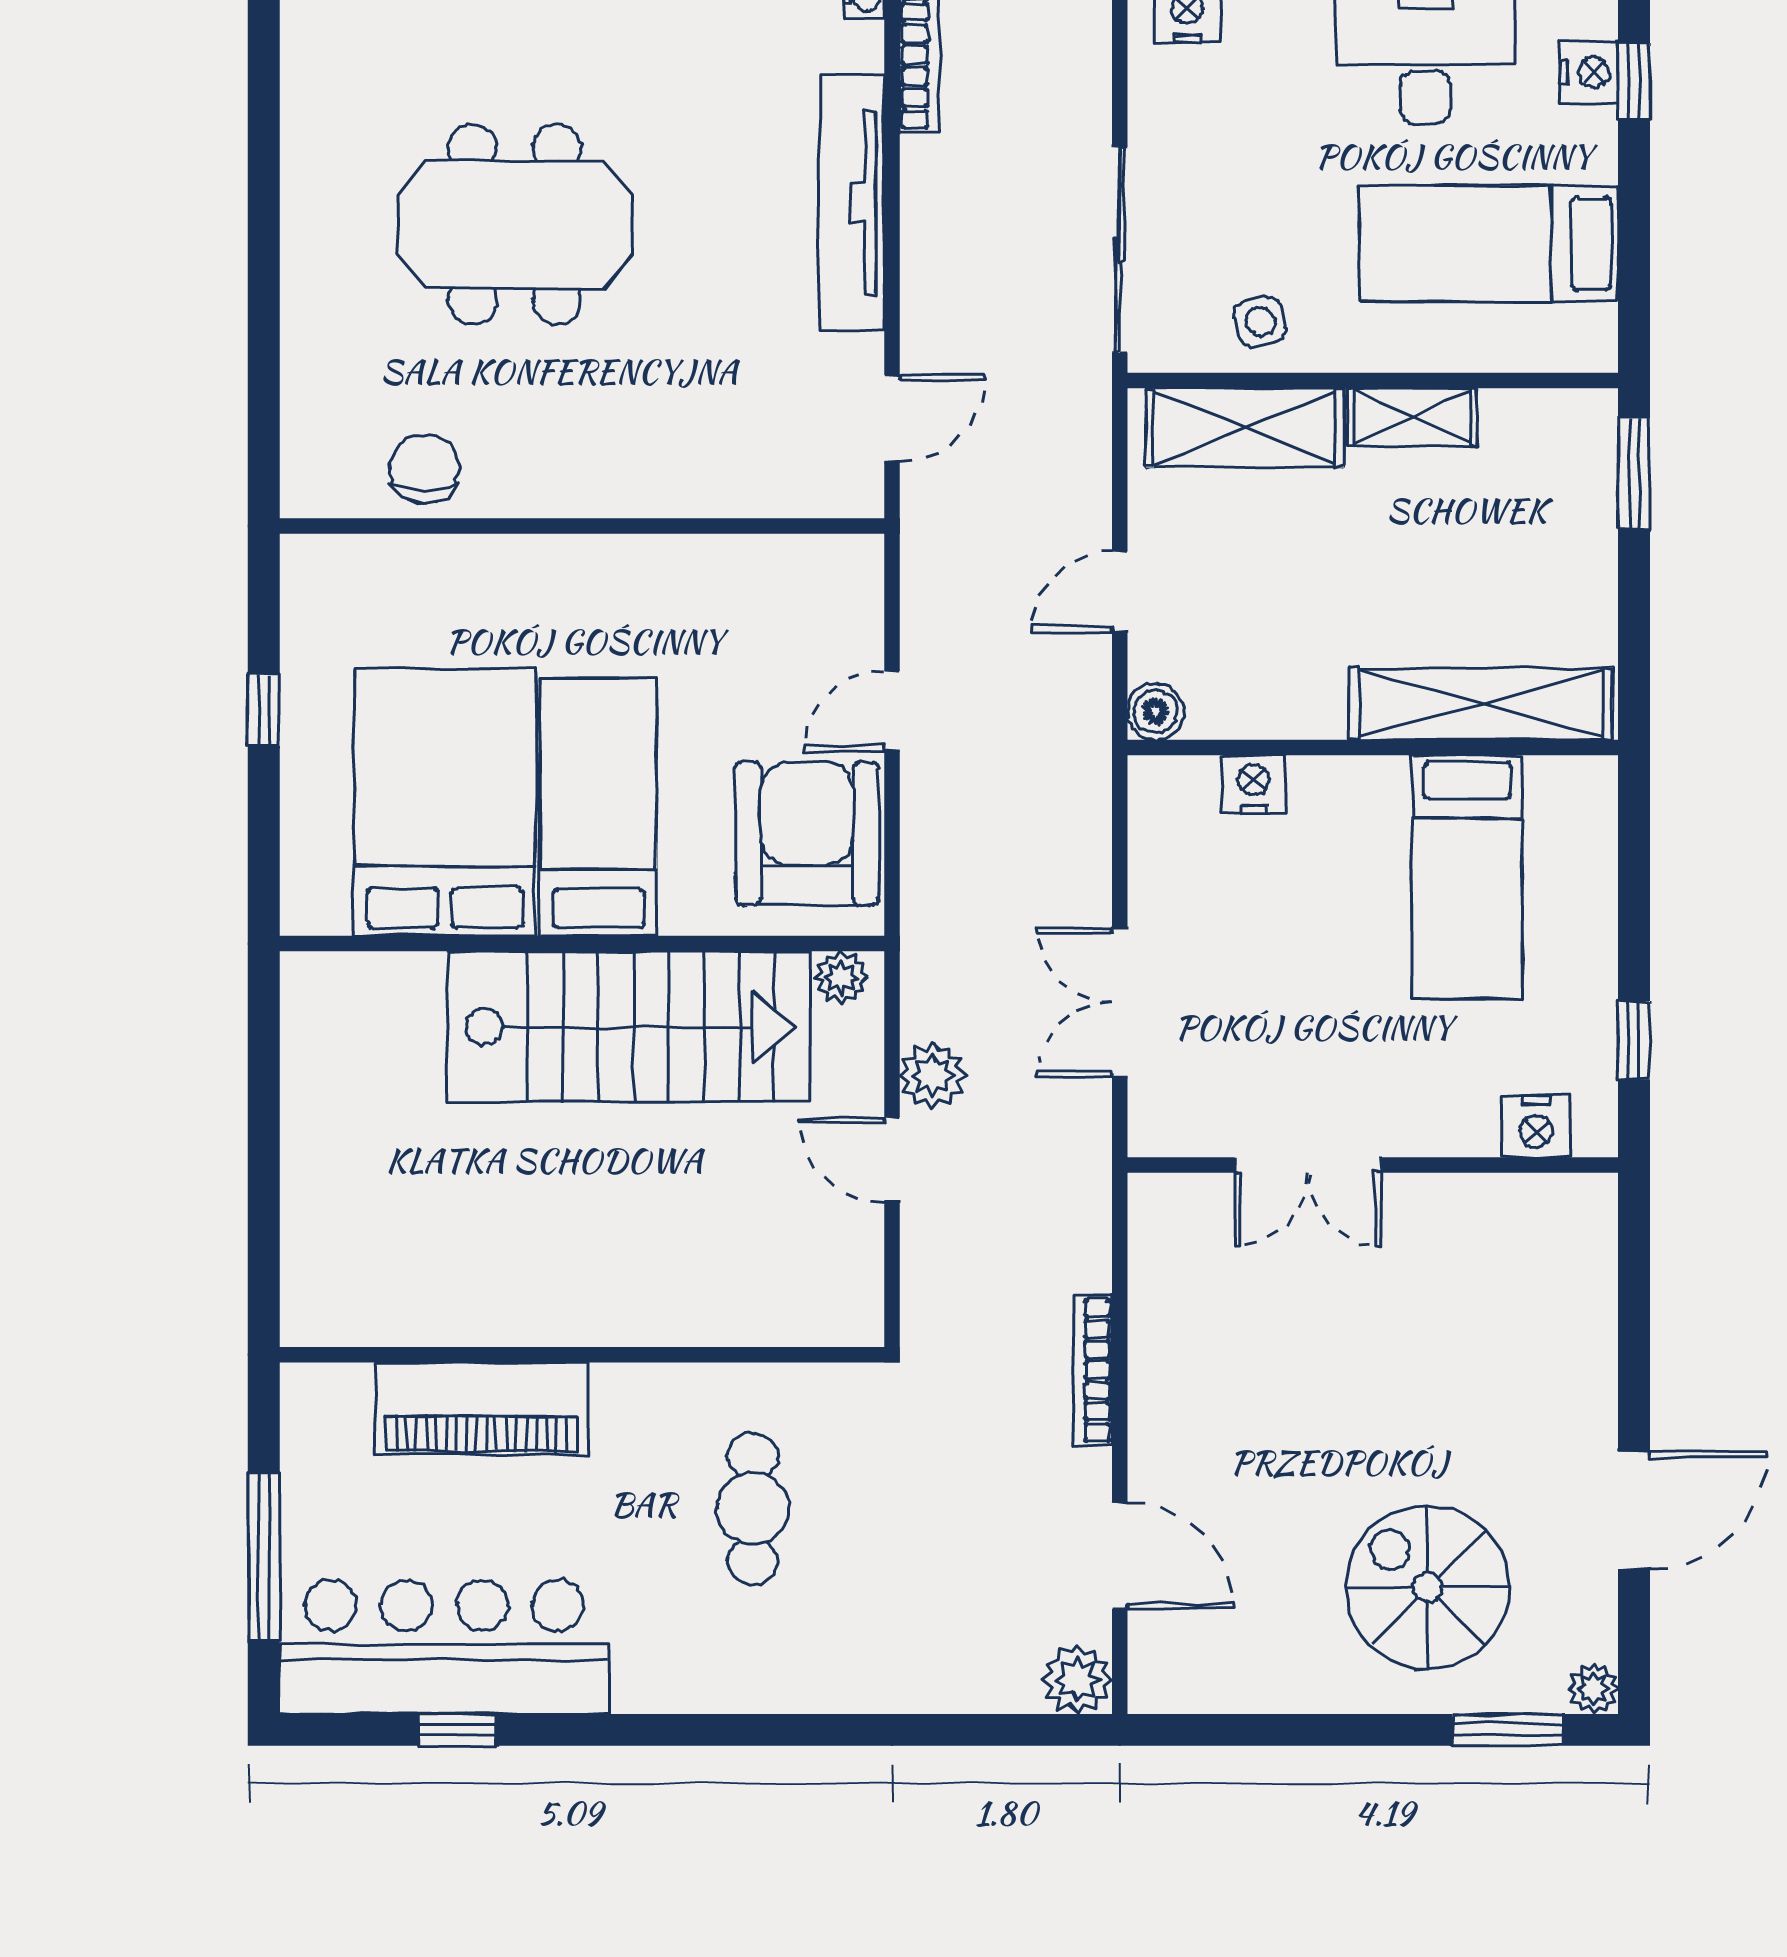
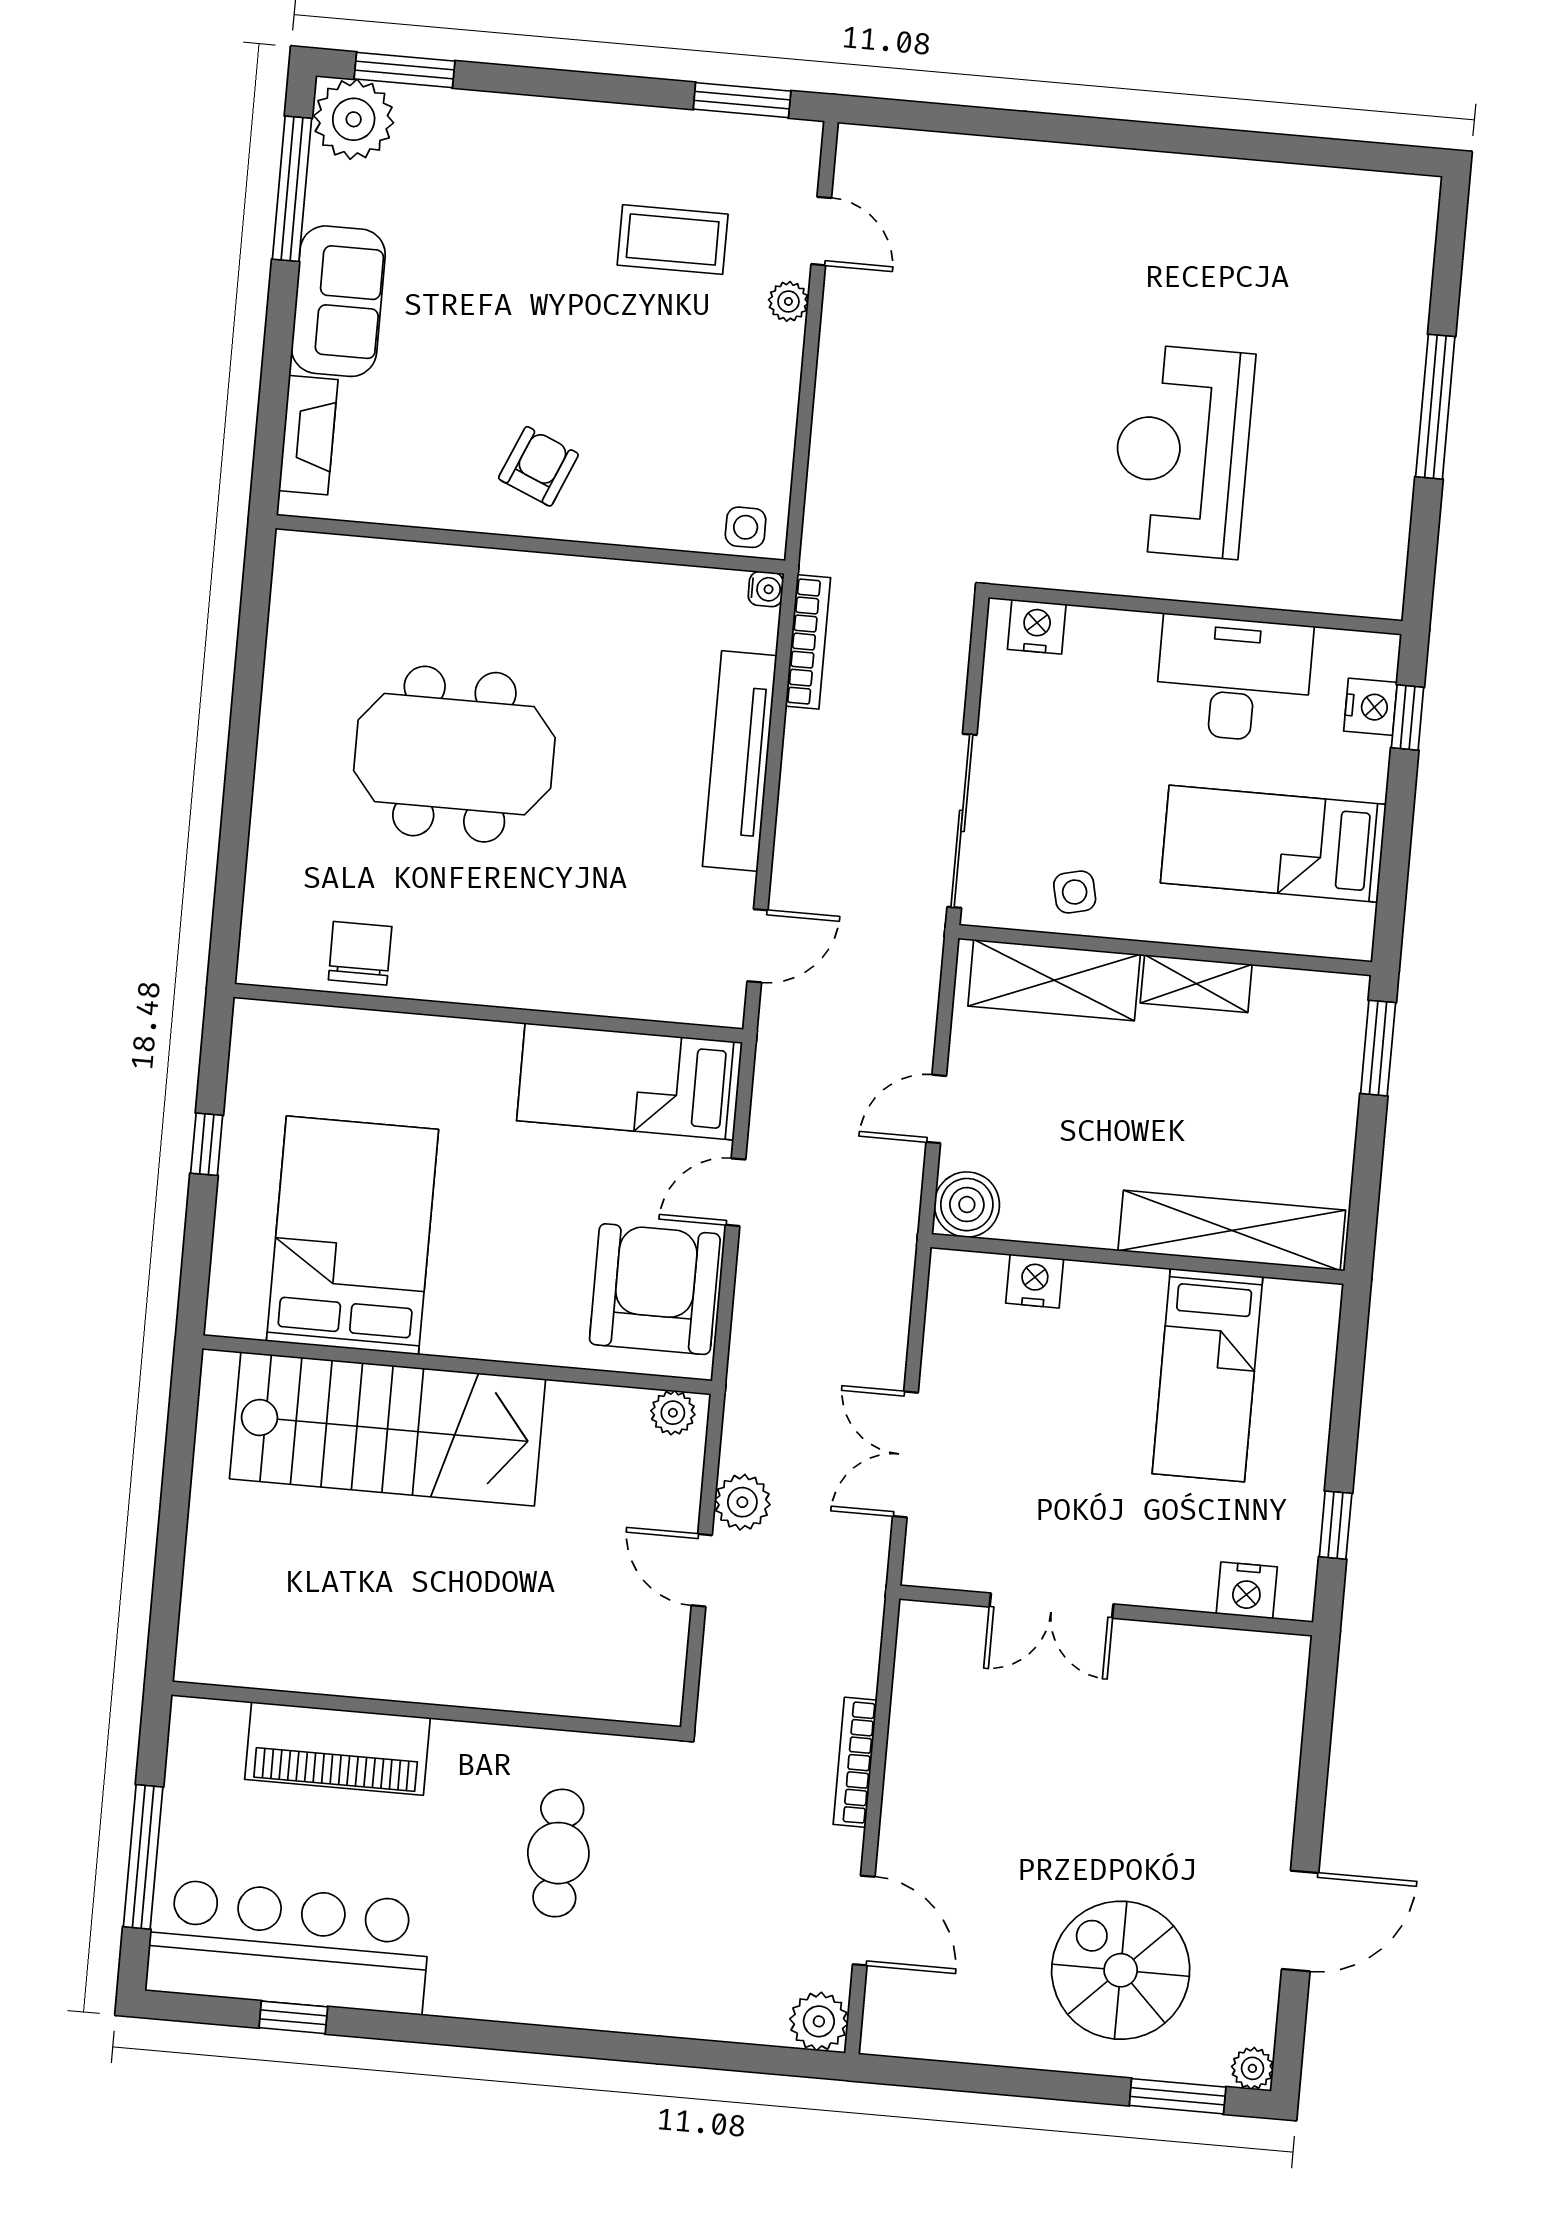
boiler: (1156, 712) -> (967, 1205), width x1.36, depth x1.36
bed: (598, 807) -> (629, 1081), moved, turned -90
stairs: (629, 1027) -> (388, 1429), moved

